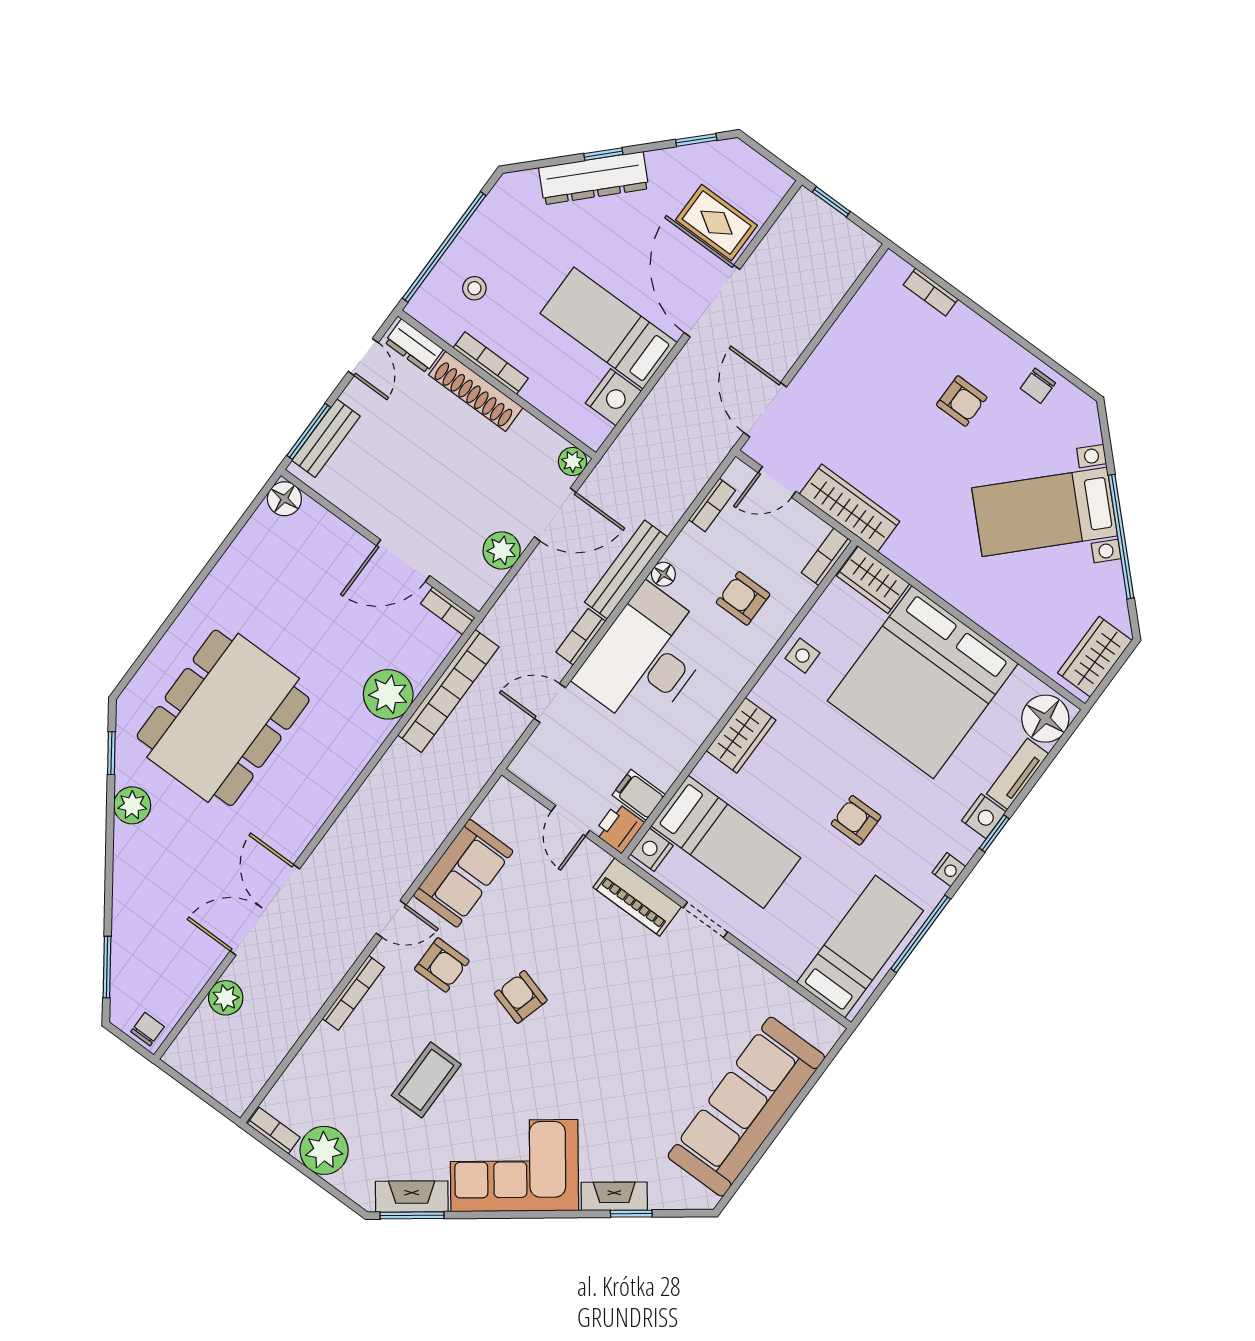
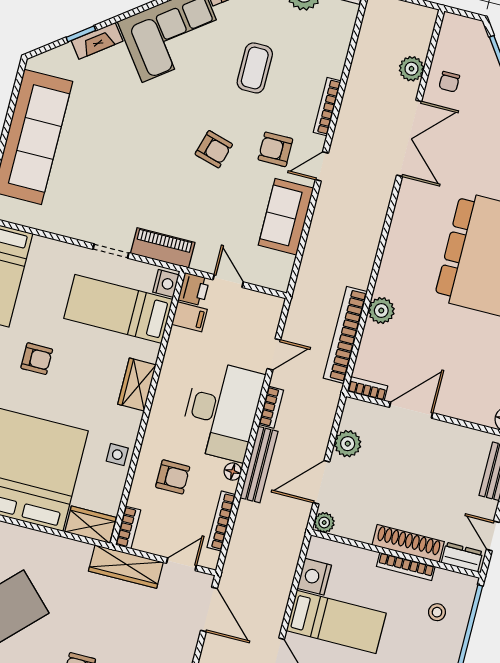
bookcase: (712, 505) -> (221, 521), width x1.56
plant: (388, 694) -> (381, 311), width x0.73, depth x0.73
chair: (148, 1029) -> (449, 82), moved

